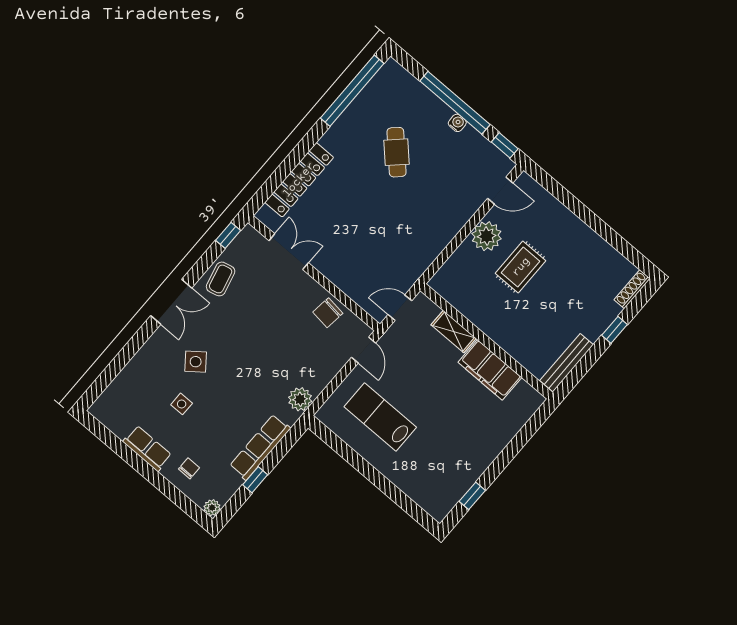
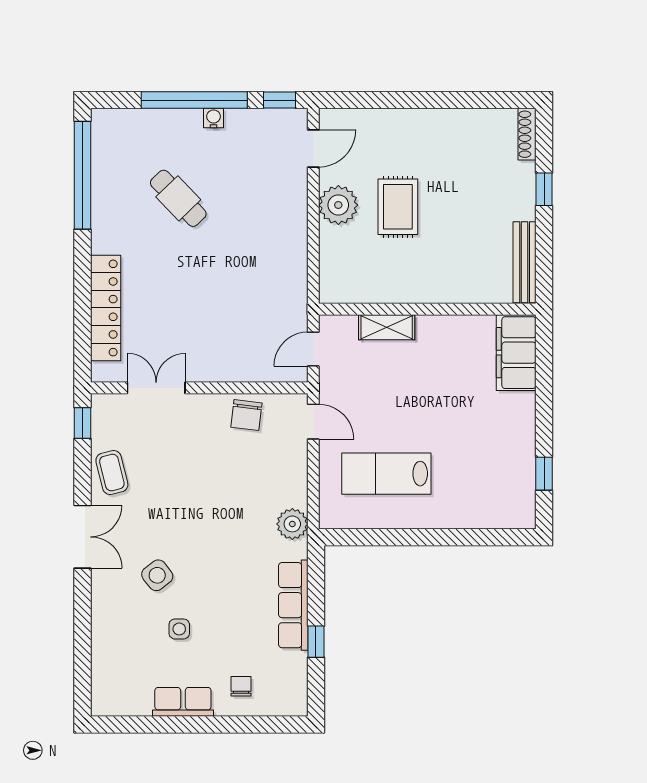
filing cabinet: (490, 370) -> (516, 353), moved, turned 90
plant: (212, 508) -> (297, 706), removed

